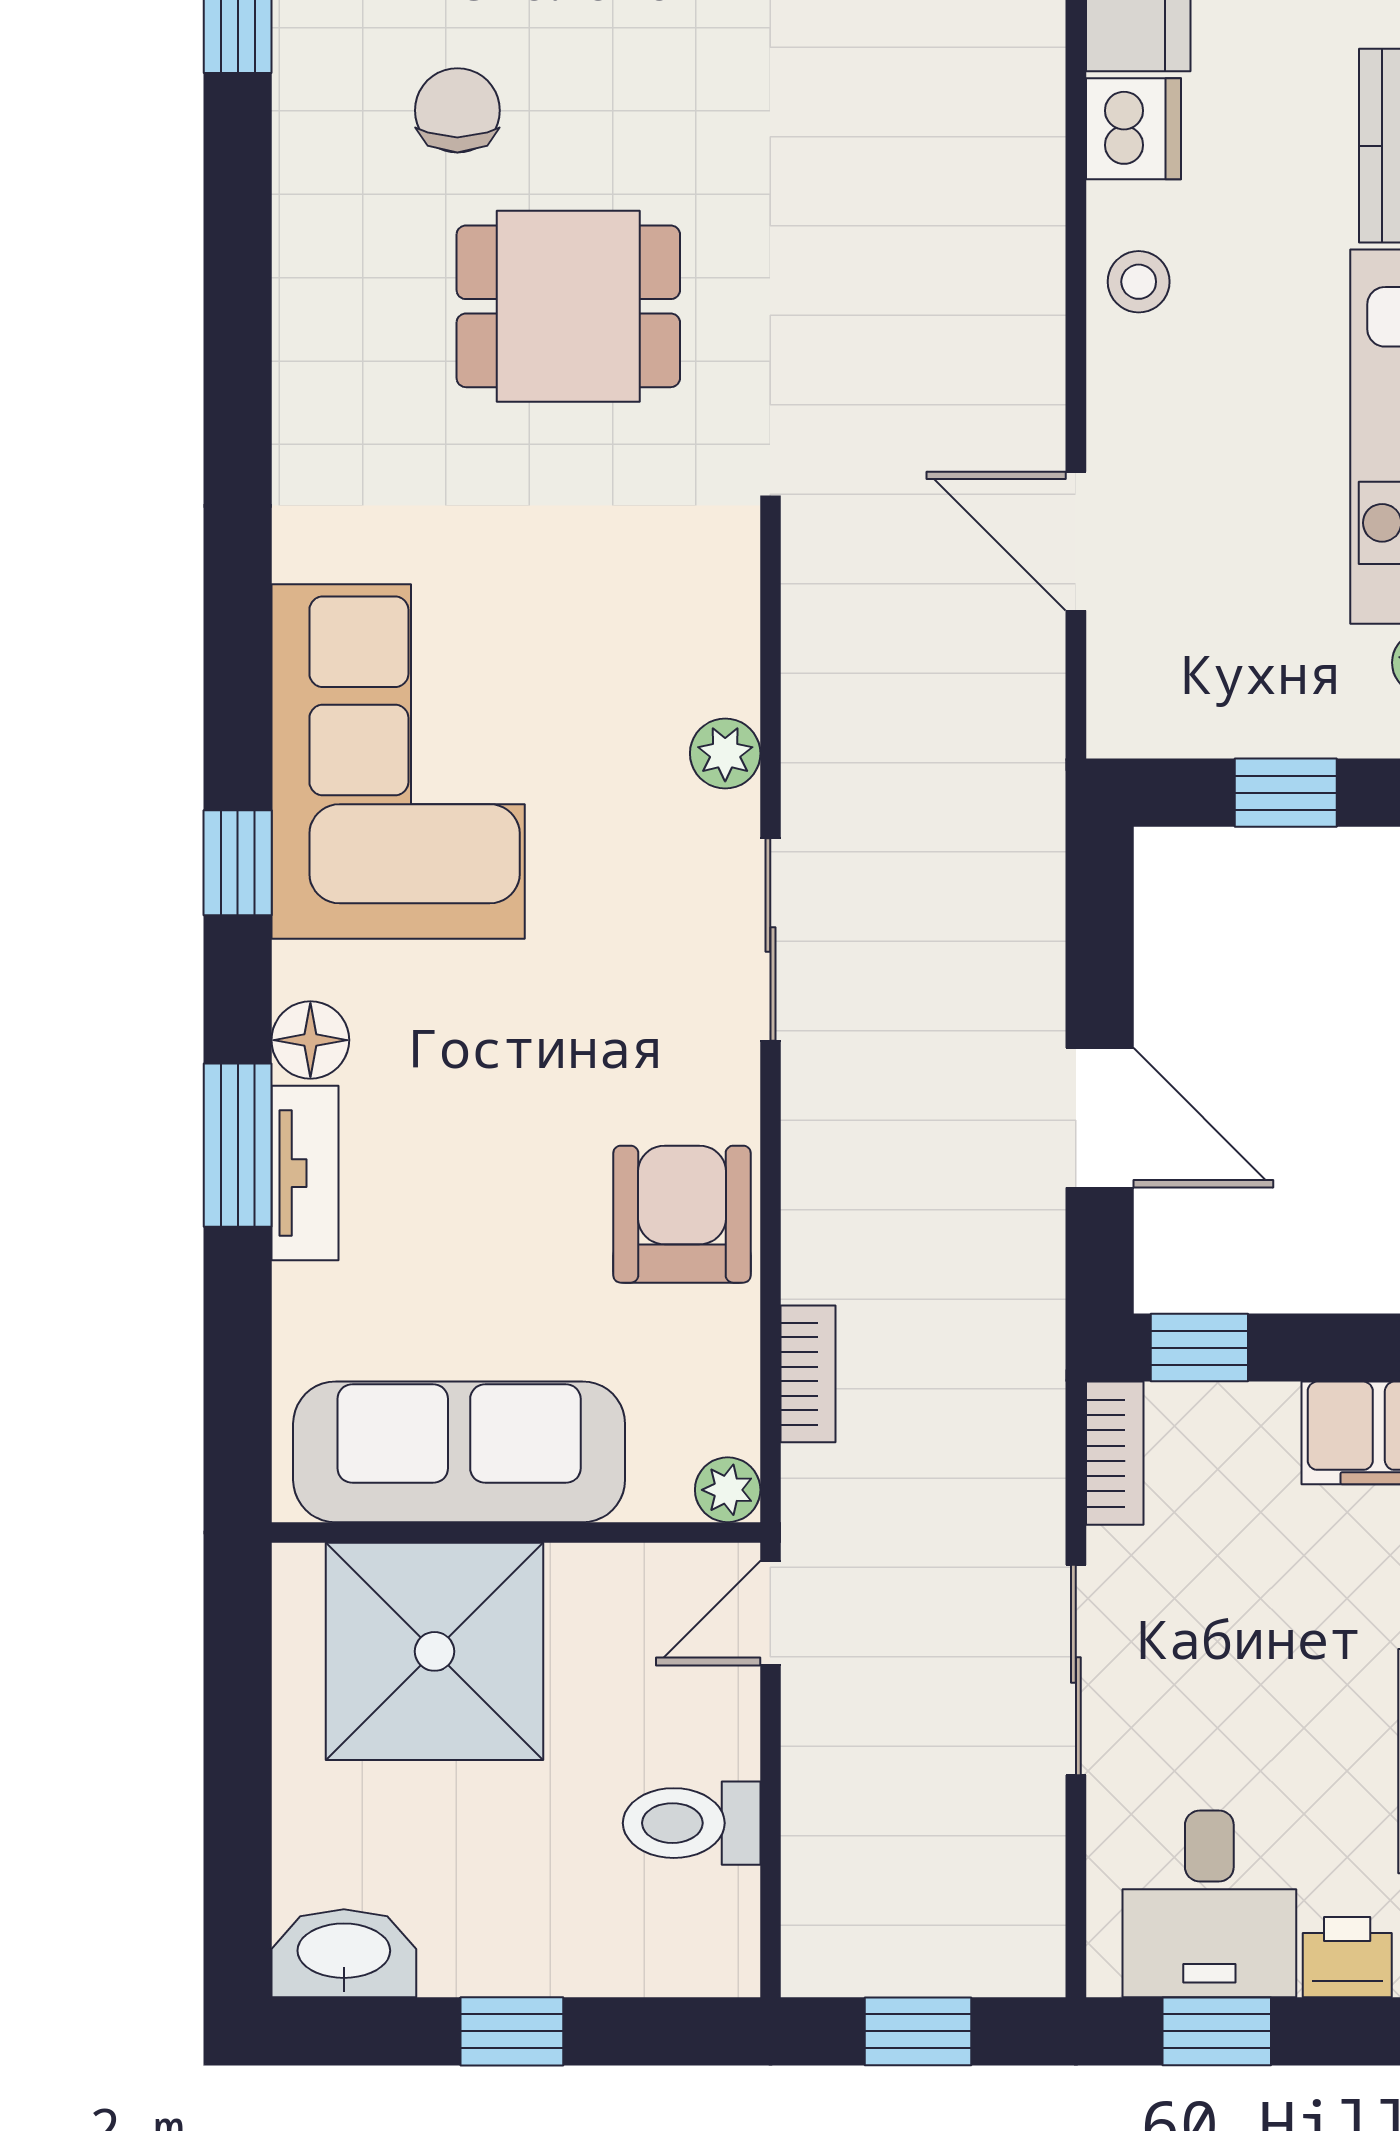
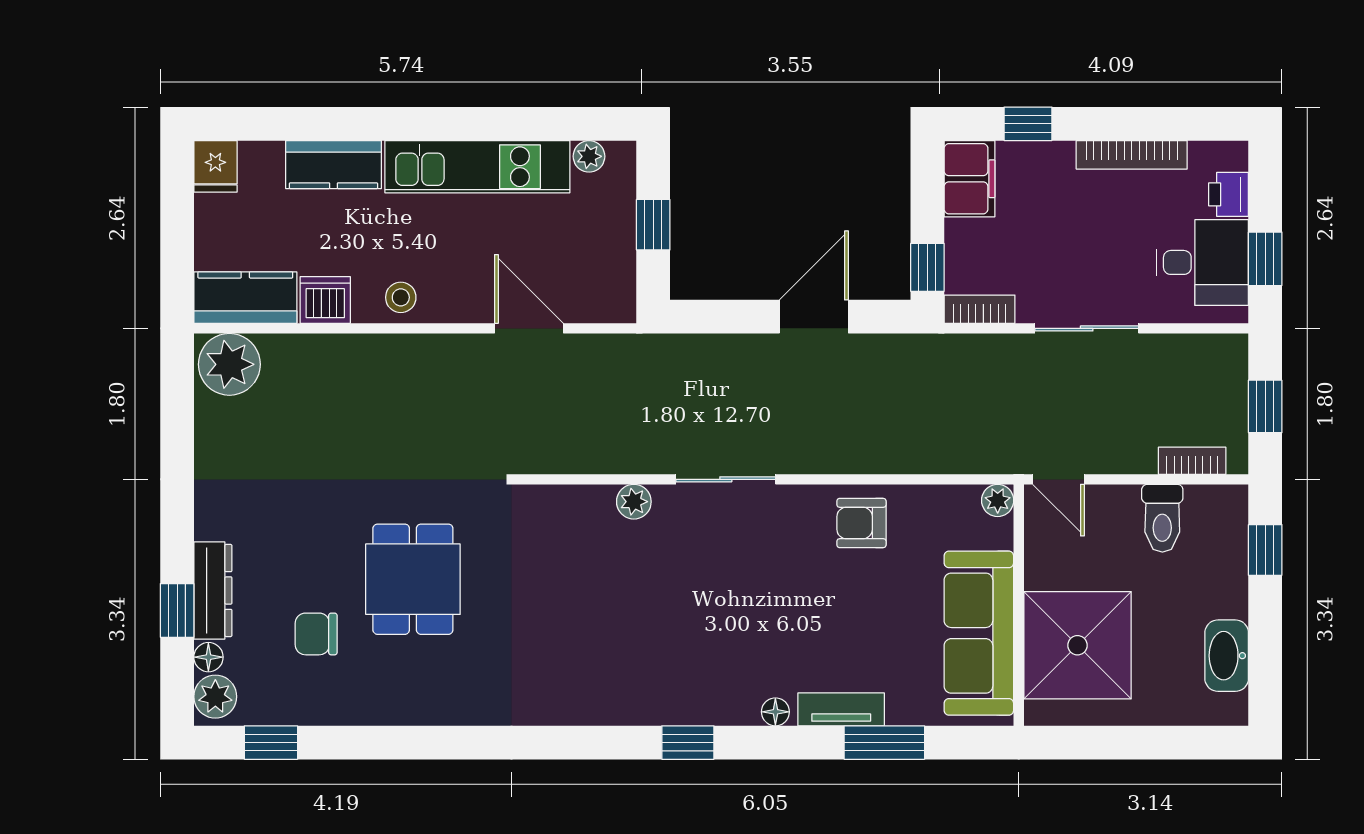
door: (1076, 541) -> (529, 328), swing flipped
corner sofa: (398, 762) -> (638, 663), removed
floor lamp: (310, 1040) -> (775, 712), width x0.73, depth x0.73
window: (238, 1145) -> (884, 743), moved
armchair: (682, 1214) -> (861, 523), width x0.72, depth x0.72
bookcase: (808, 1374) -> (1192, 461), moved
washbasin: (344, 1953) -> (1227, 656), moved
window: (512, 2031) -> (1265, 550), moved

